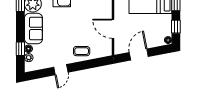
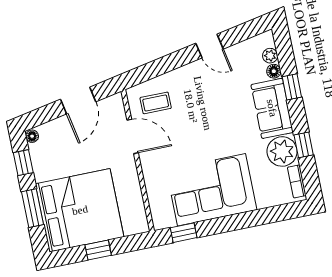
window: (20, 49) -> (292, 87), moved
coffee table: (82, 51) -> (156, 103), moved
door: (61, 70) -> (210, 46), swing flipped

